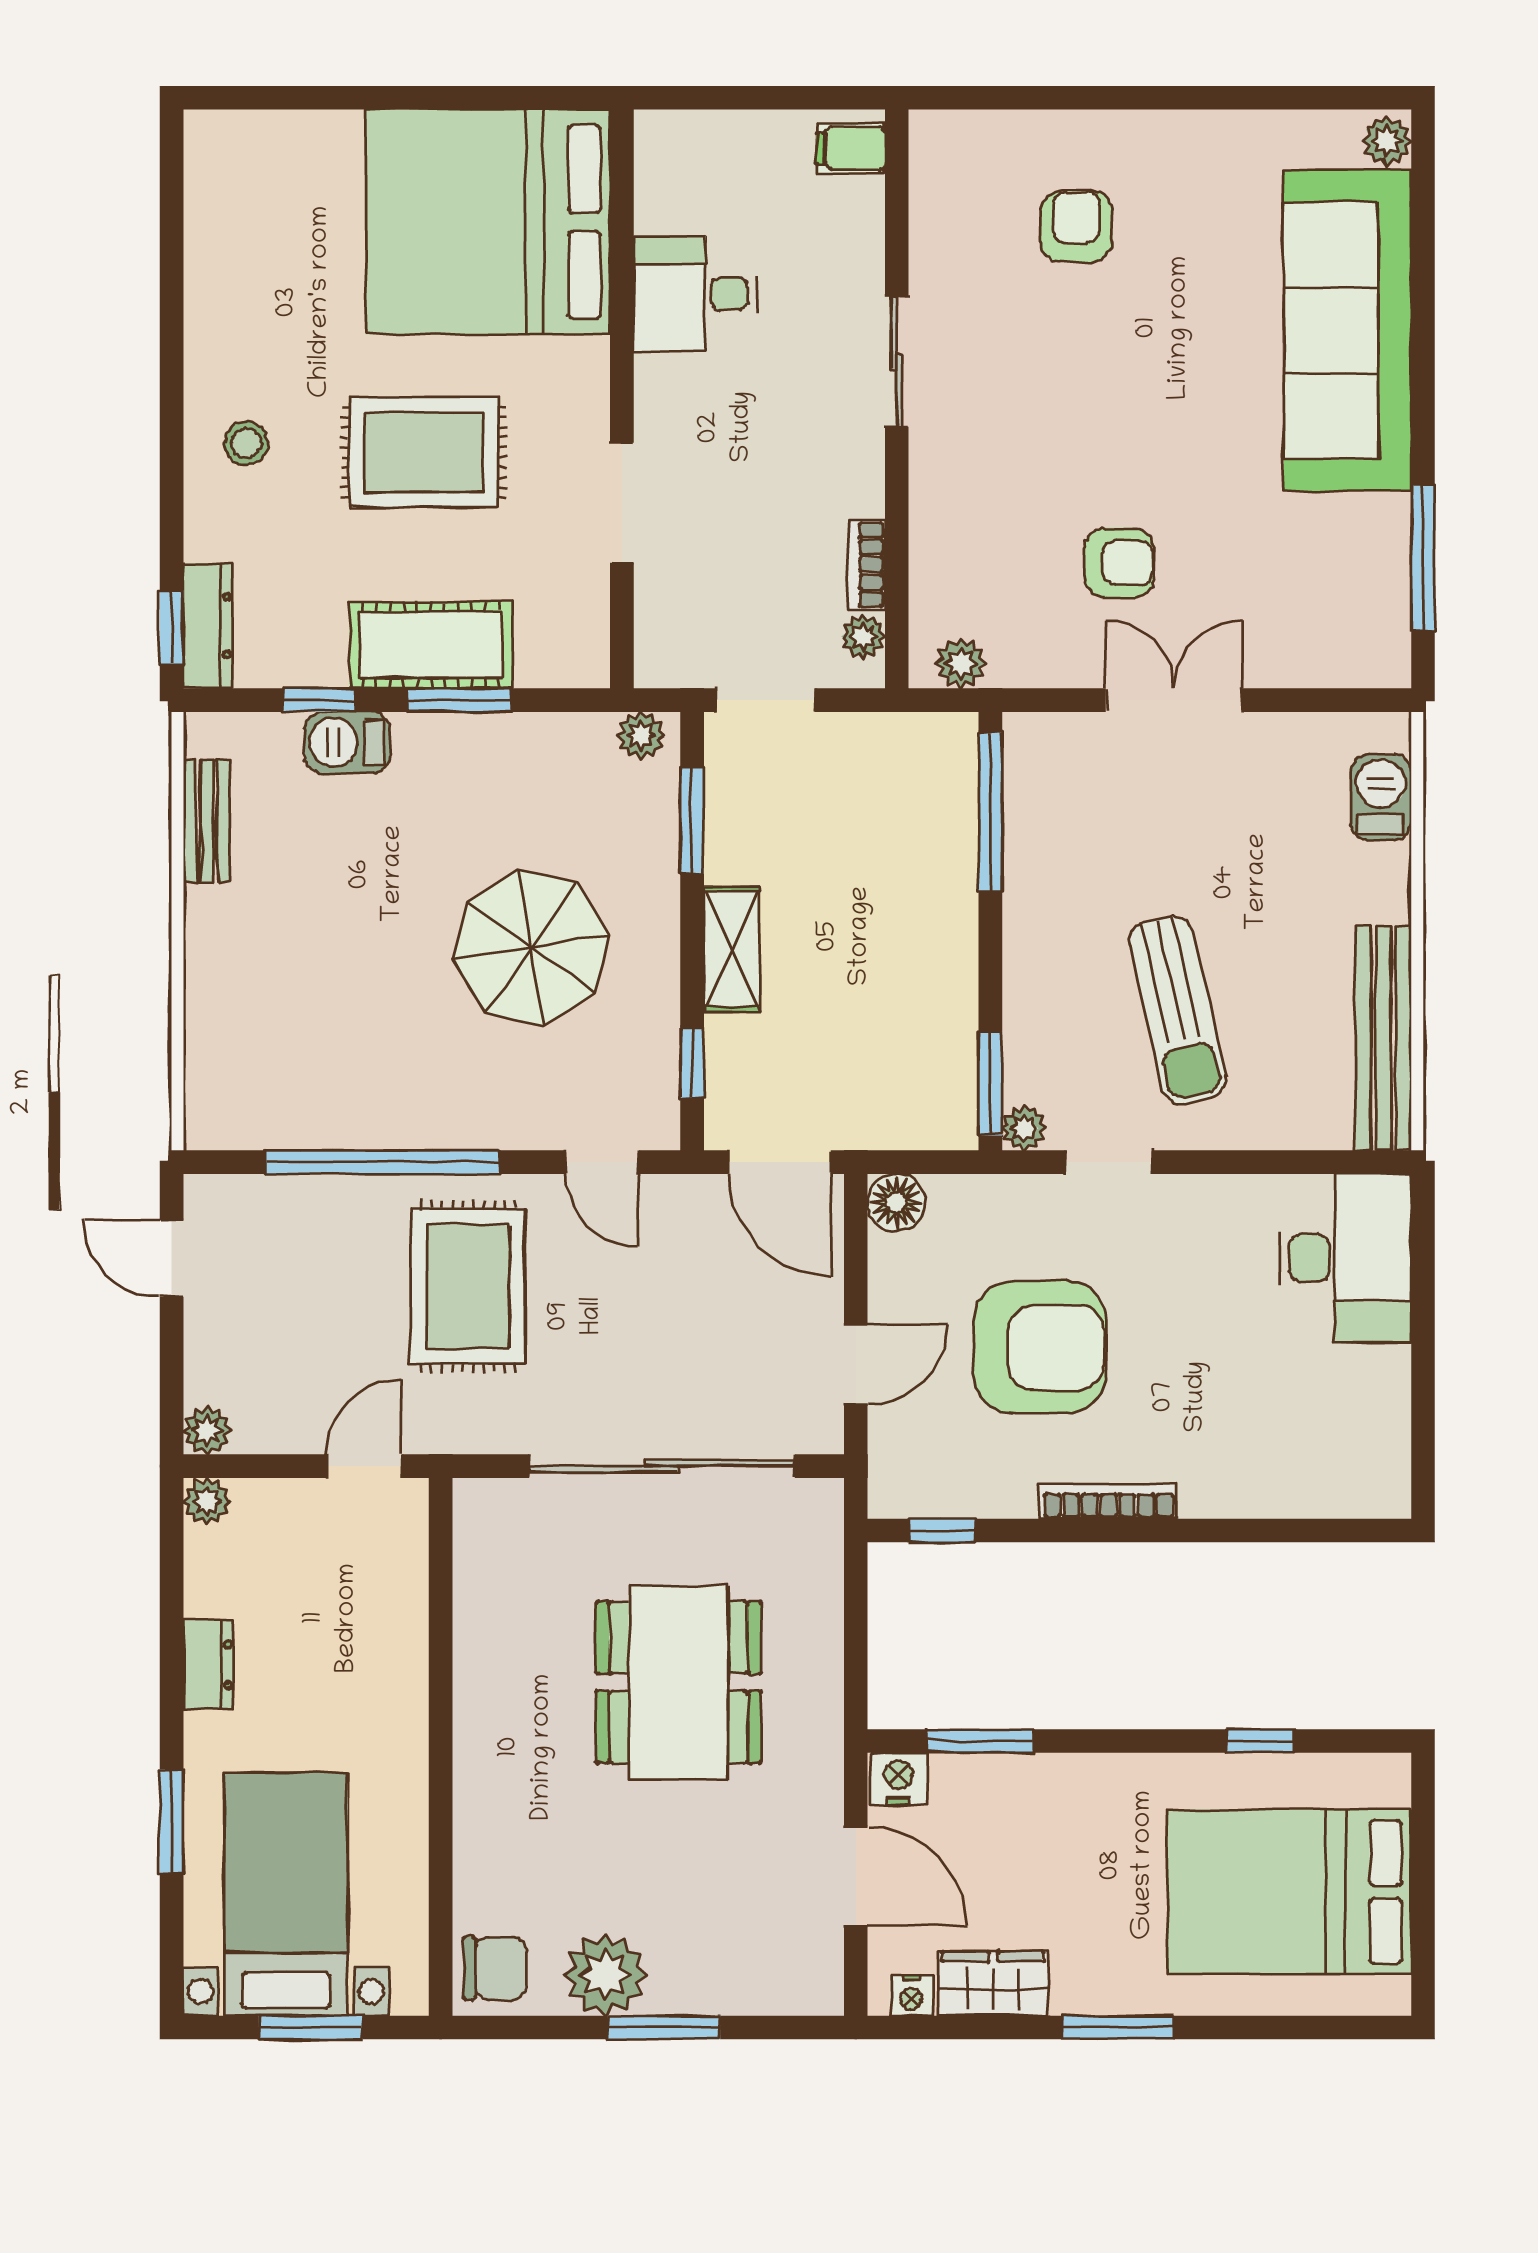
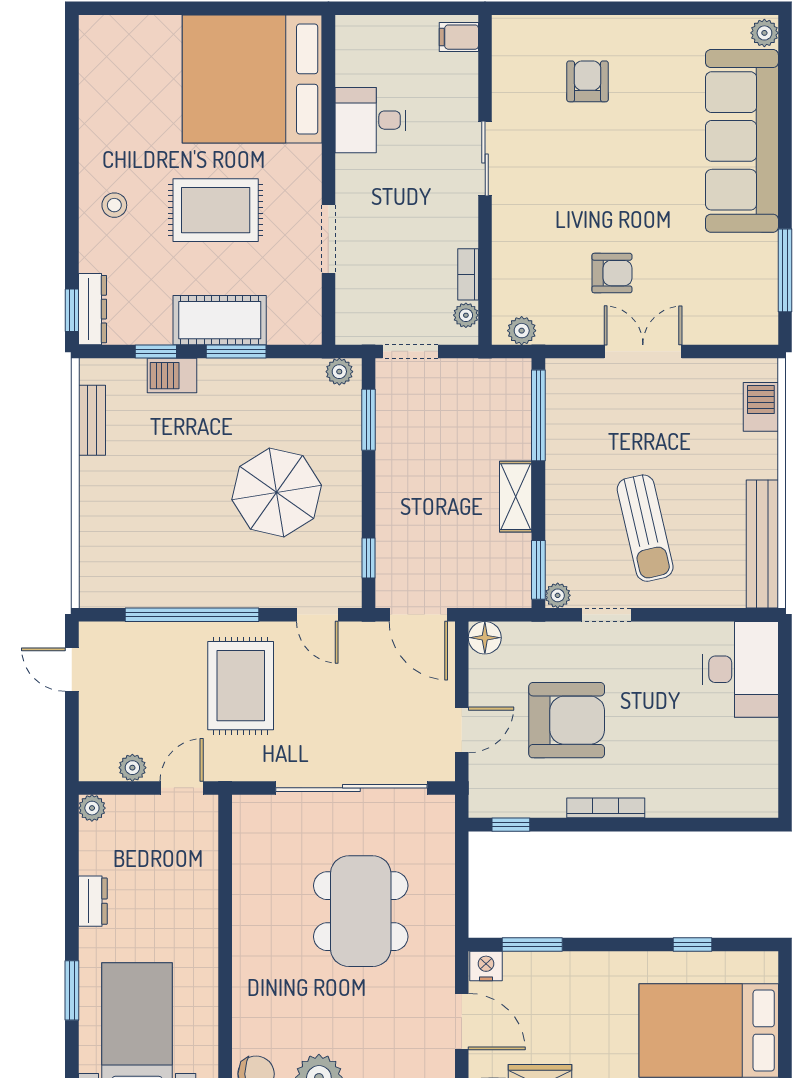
shelving: (732, 949) -> (516, 497), moved
plant: (207, 1431) -> (132, 768), moved

